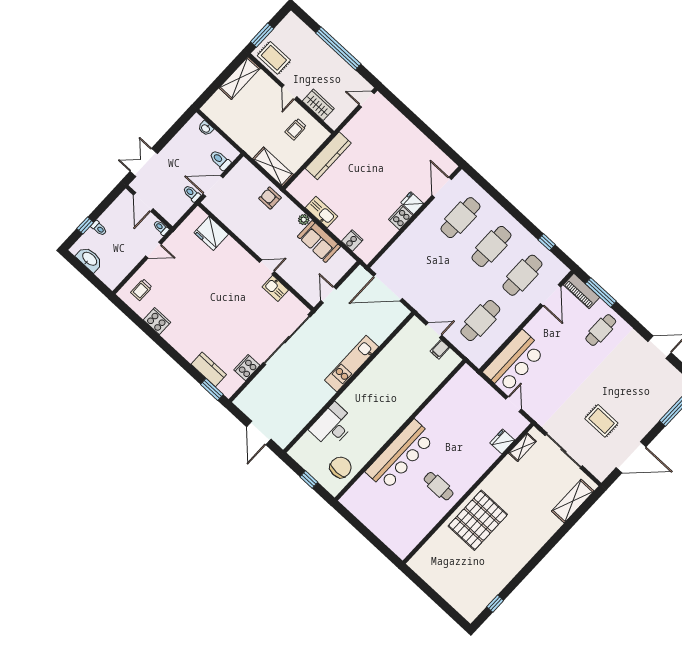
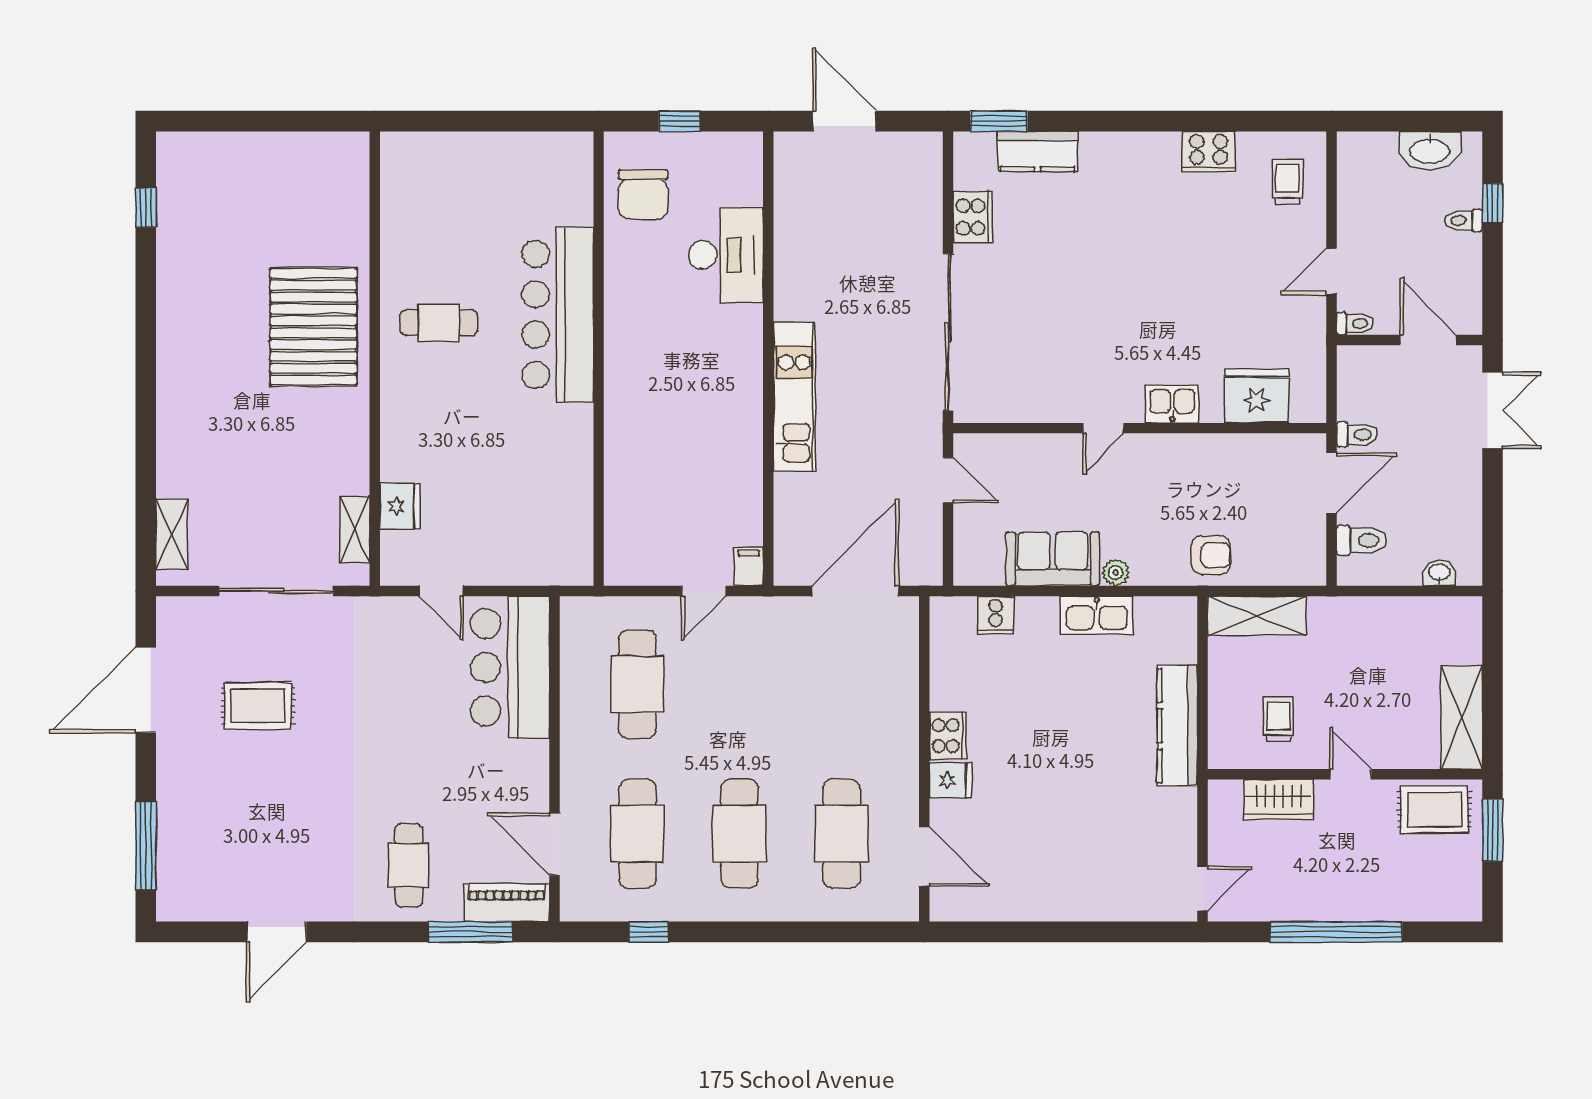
kitchen sink: (275, 288) -> (1172, 404), moved
filing cabinet: (440, 349) -> (749, 567), moved
shelving: (573, 501) -> (172, 534), width x0.67, depth x0.75

